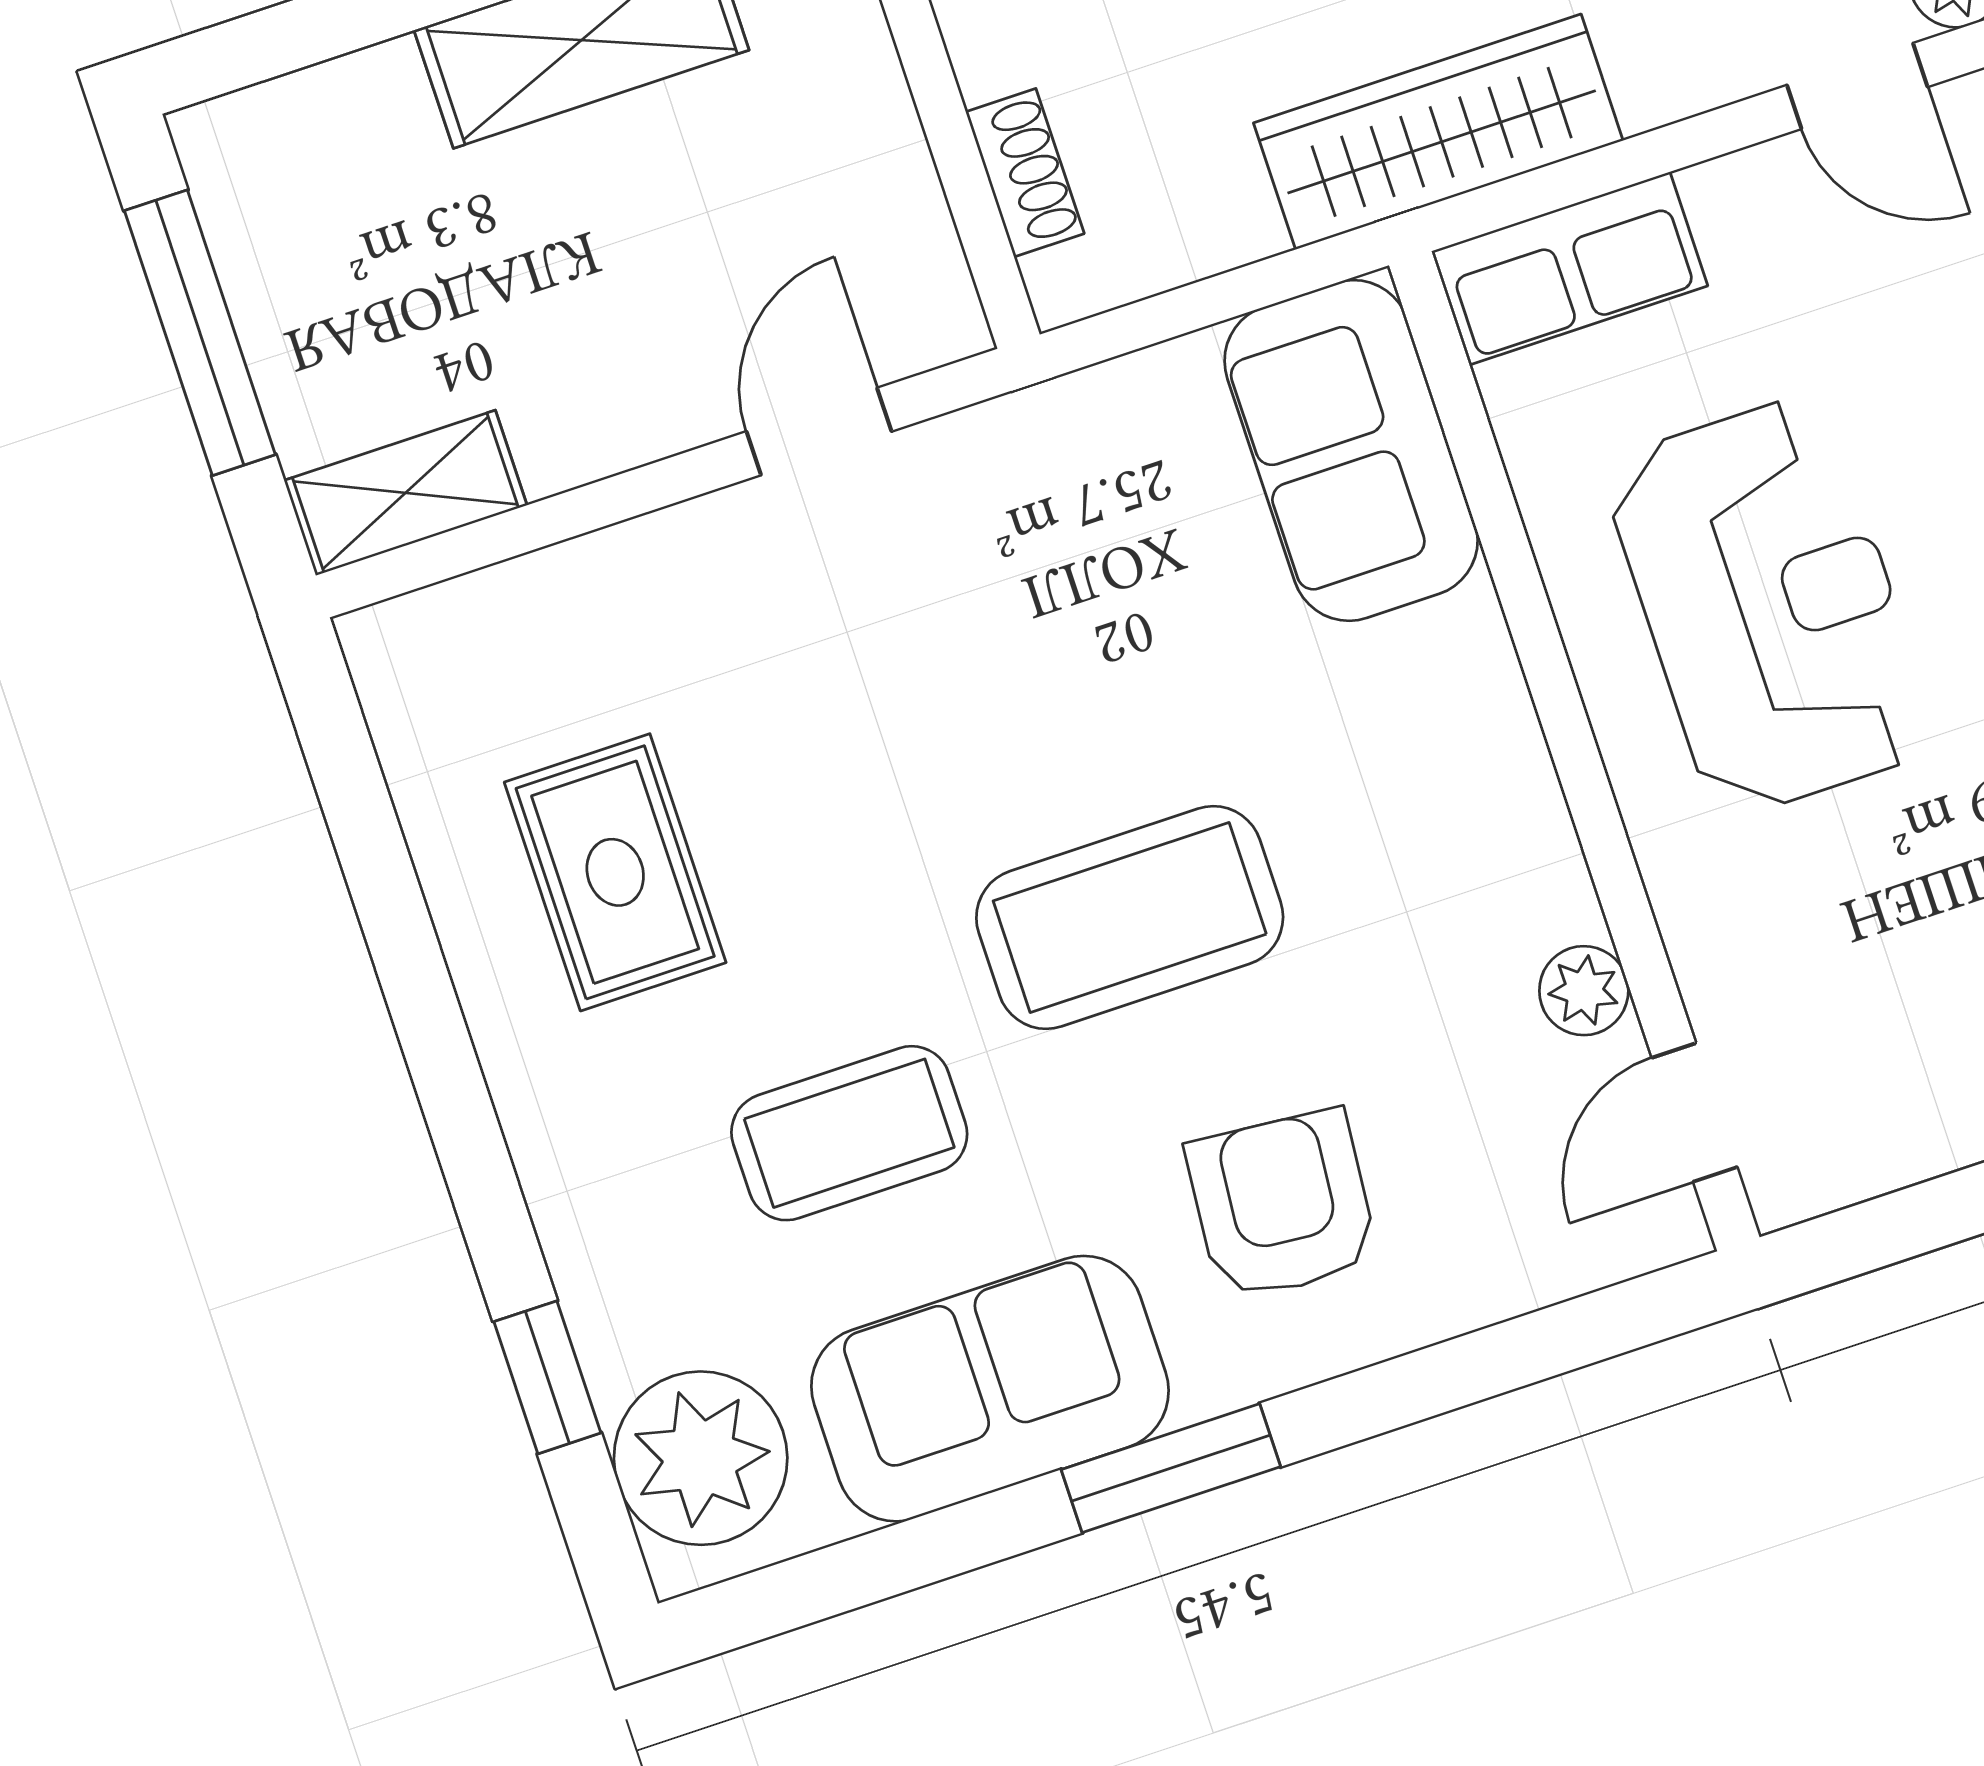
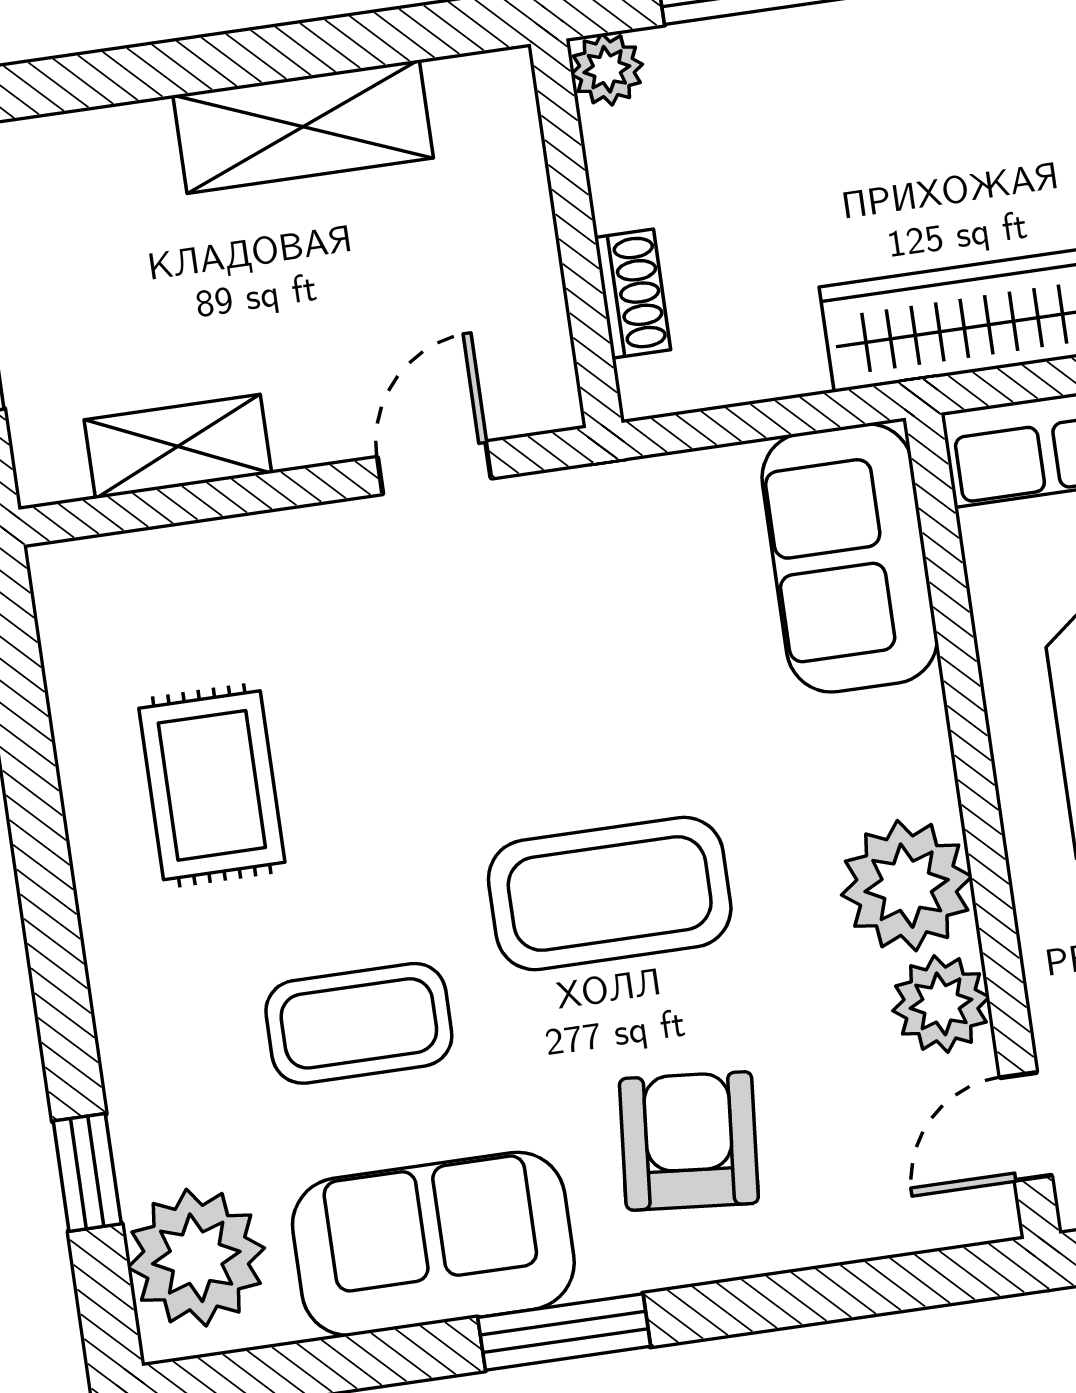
shelving: (405, 493) -> (178, 446), moved
plant: (1494, 842) -> (907, 886), added
plant: (1584, 991) -> (941, 1004), width x1.38, depth x1.38

